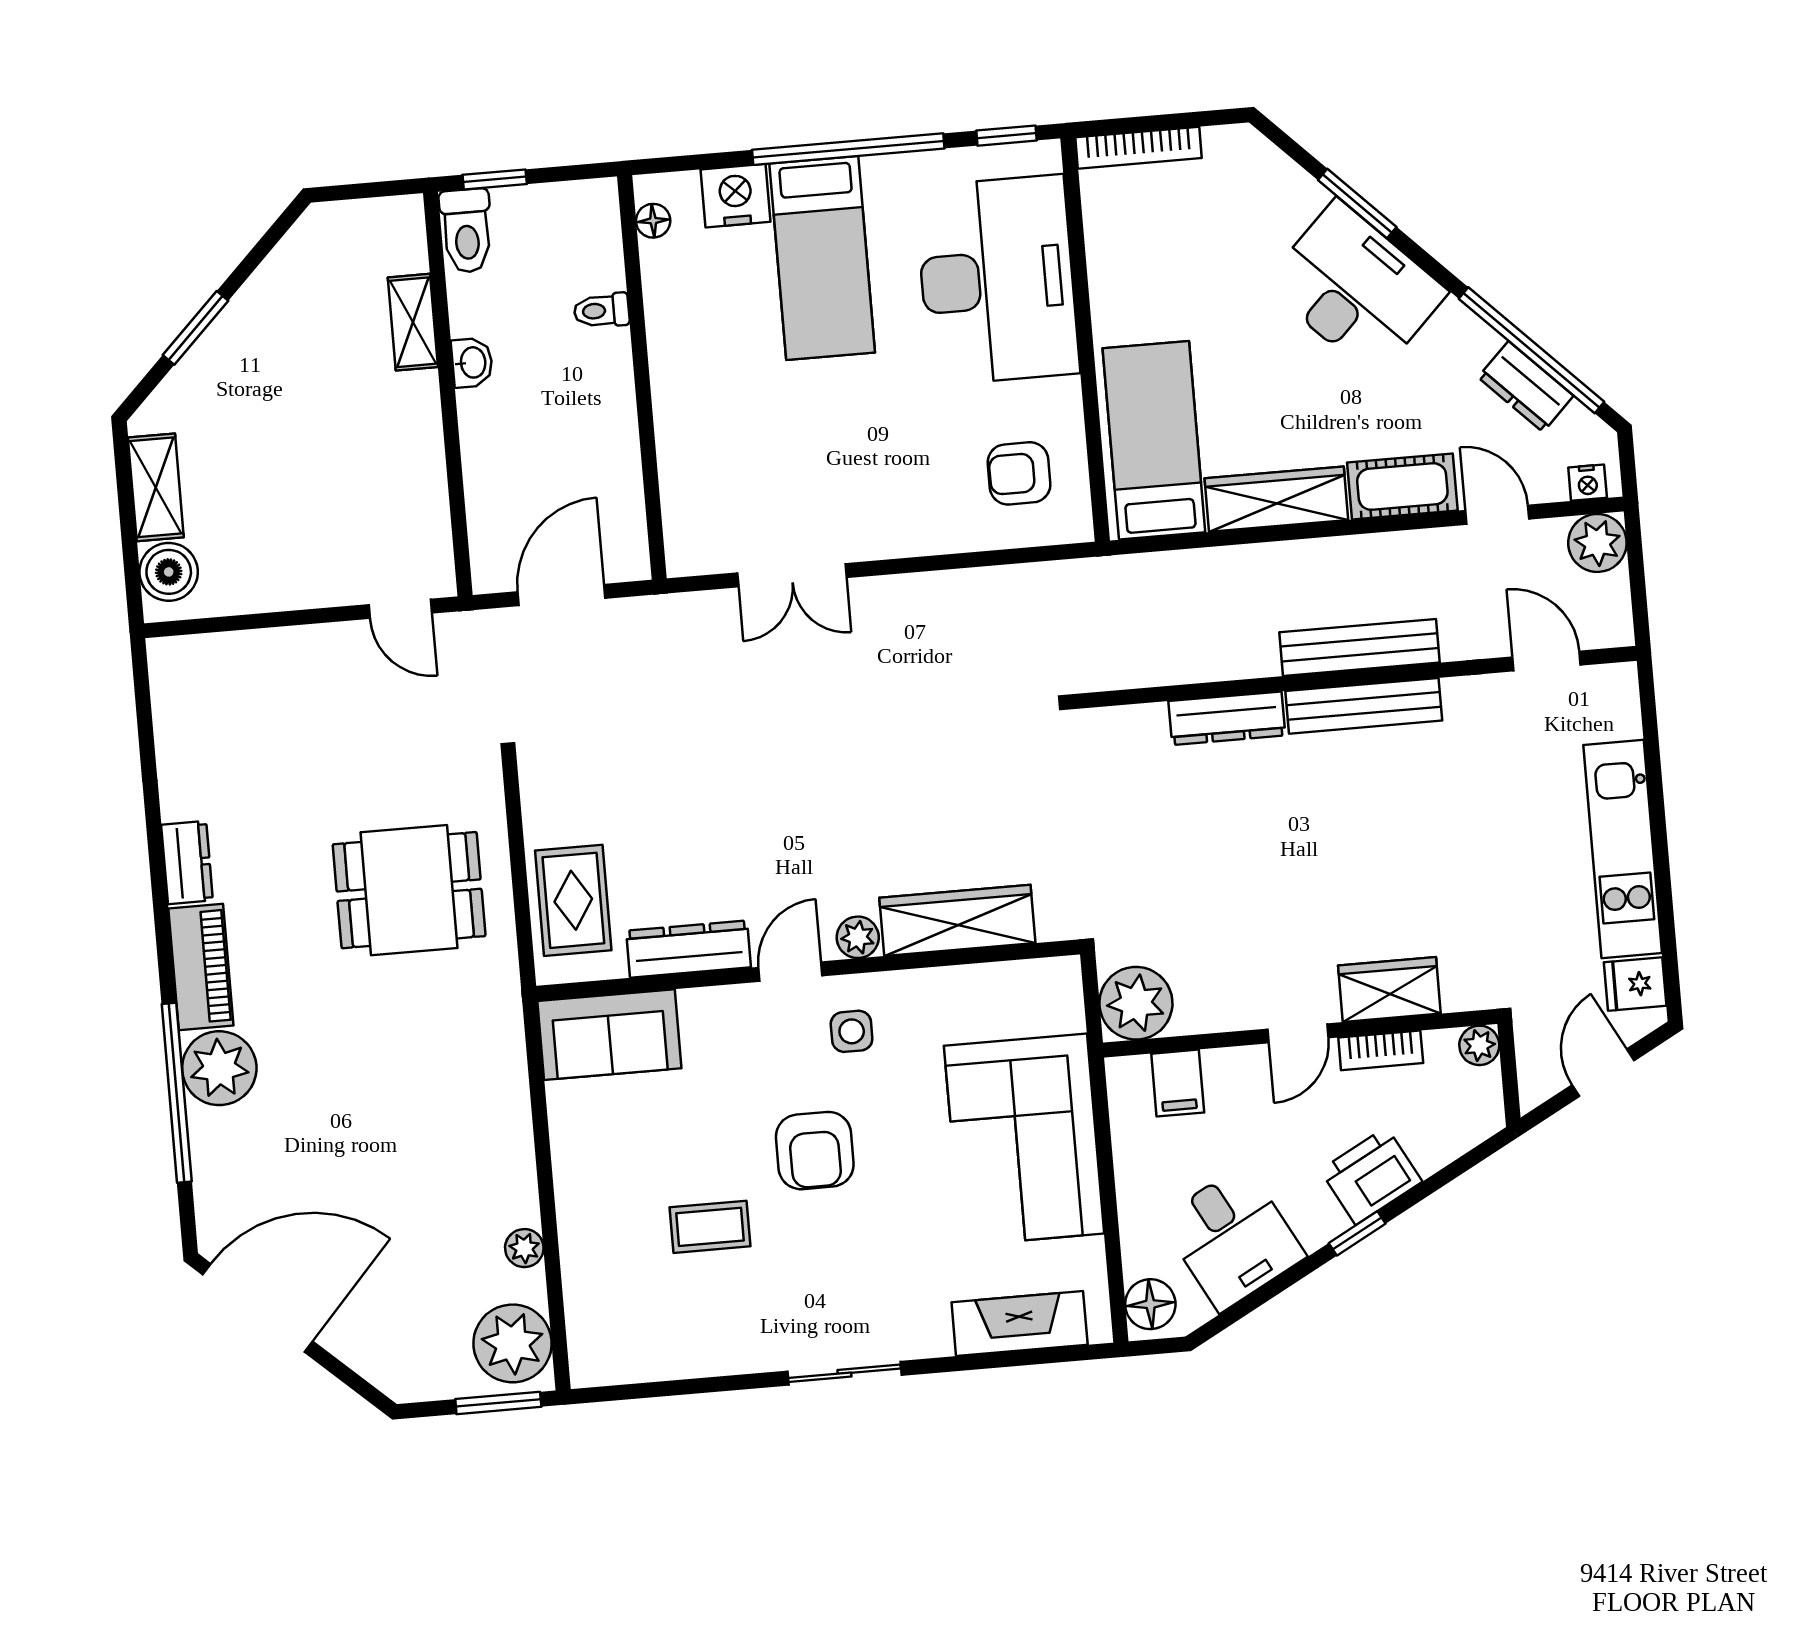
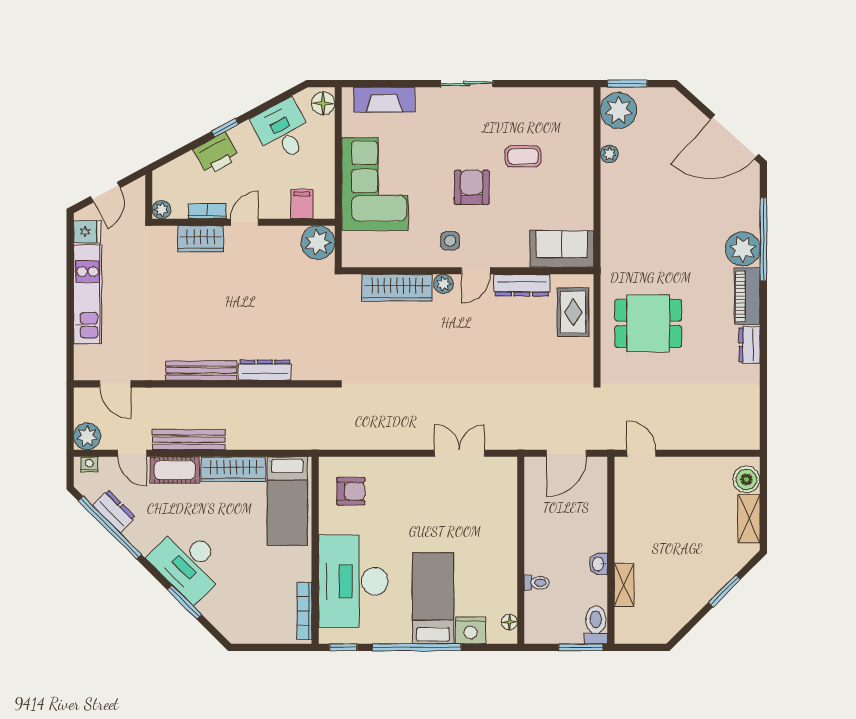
bookcase: (1138, 148) -> (304, 611), moved, turned -90
window: (495, 179) -> (581, 647), width x1.50
bench: (1360, 647) -> (189, 440), moved

